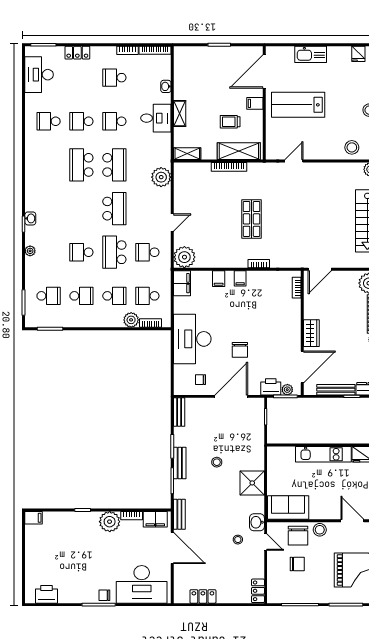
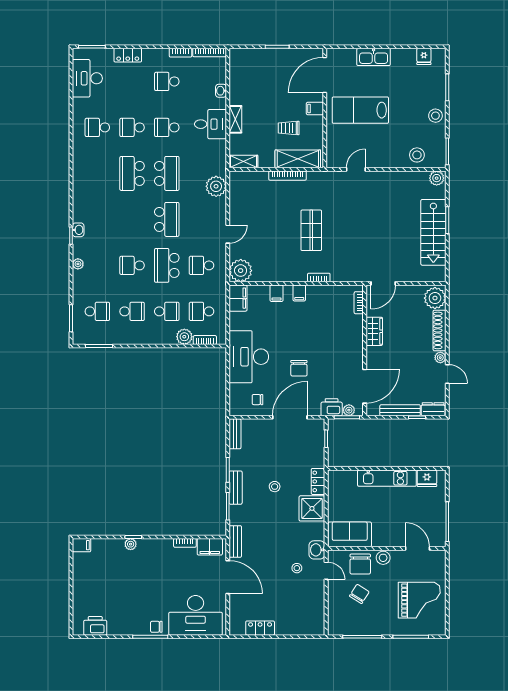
wardrobe: (311, 333) -> (374, 331), moved
plant: (110, 522) -> (131, 544), moved, width x0.53, depth x0.53
chair: (297, 564) -> (359, 594), turned -58
locker: (258, 591) -> (318, 481), moved

